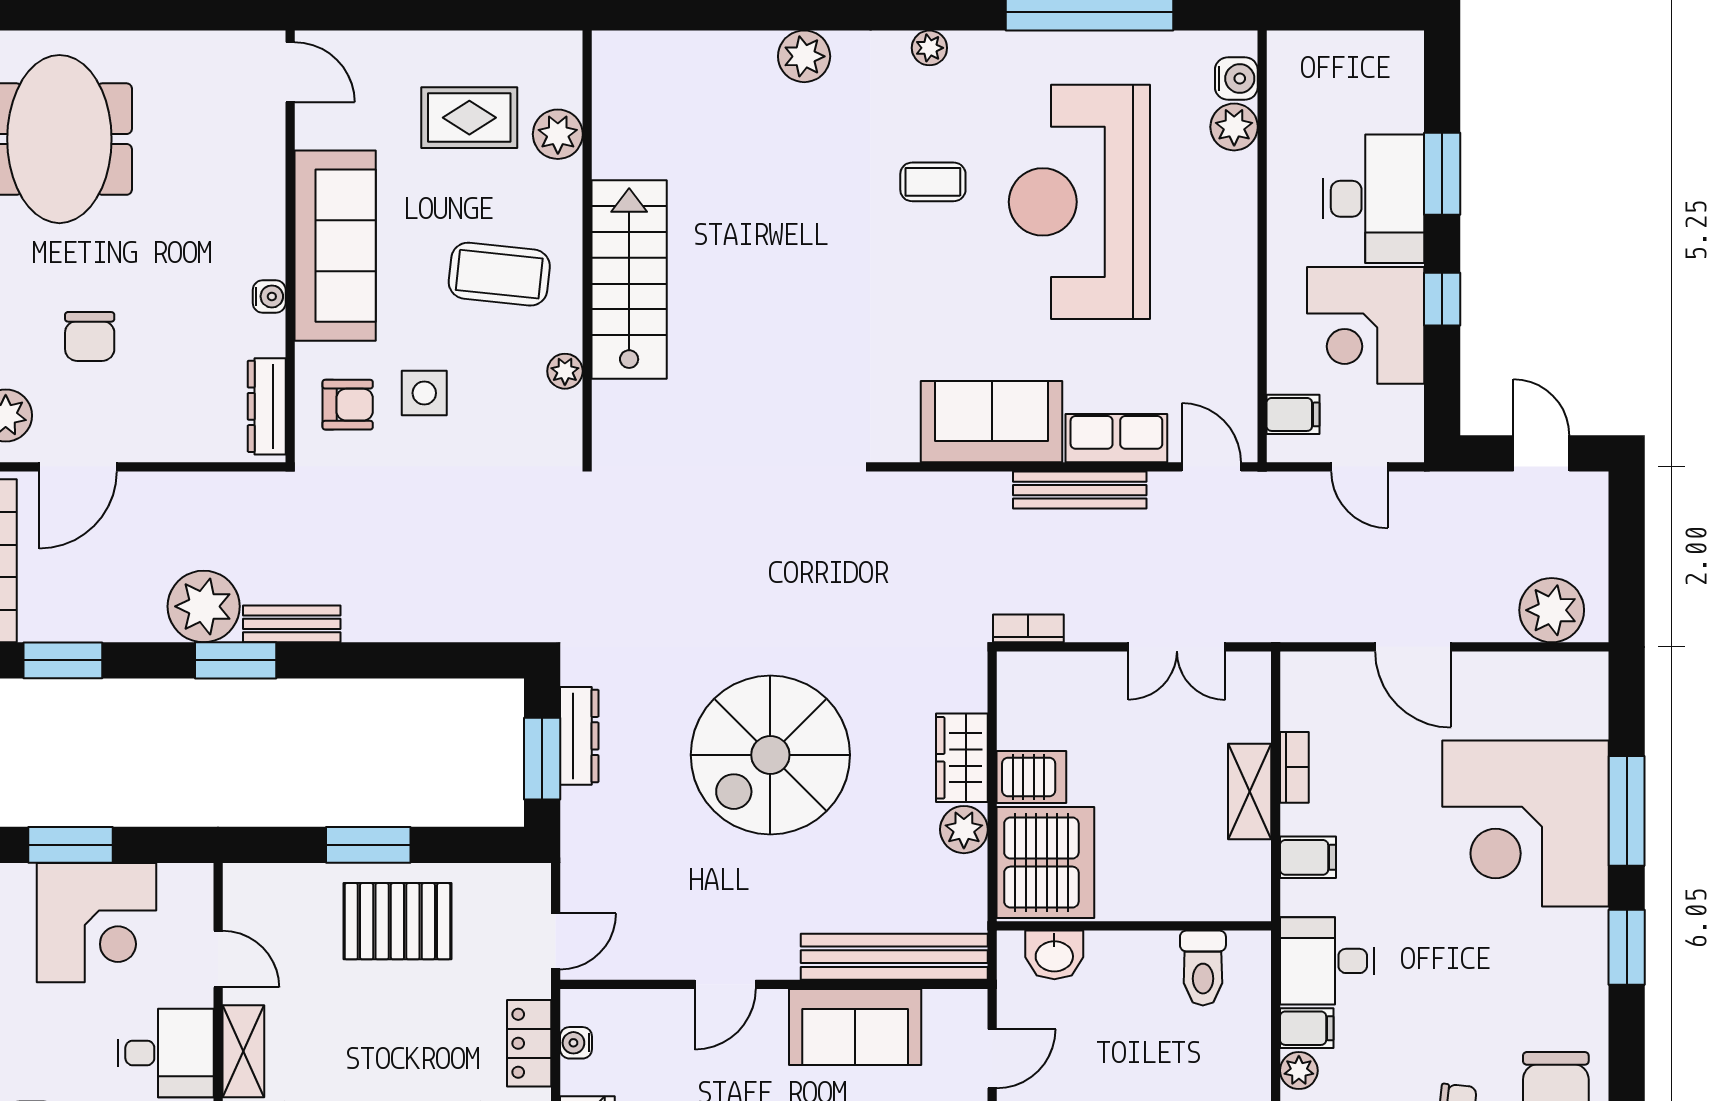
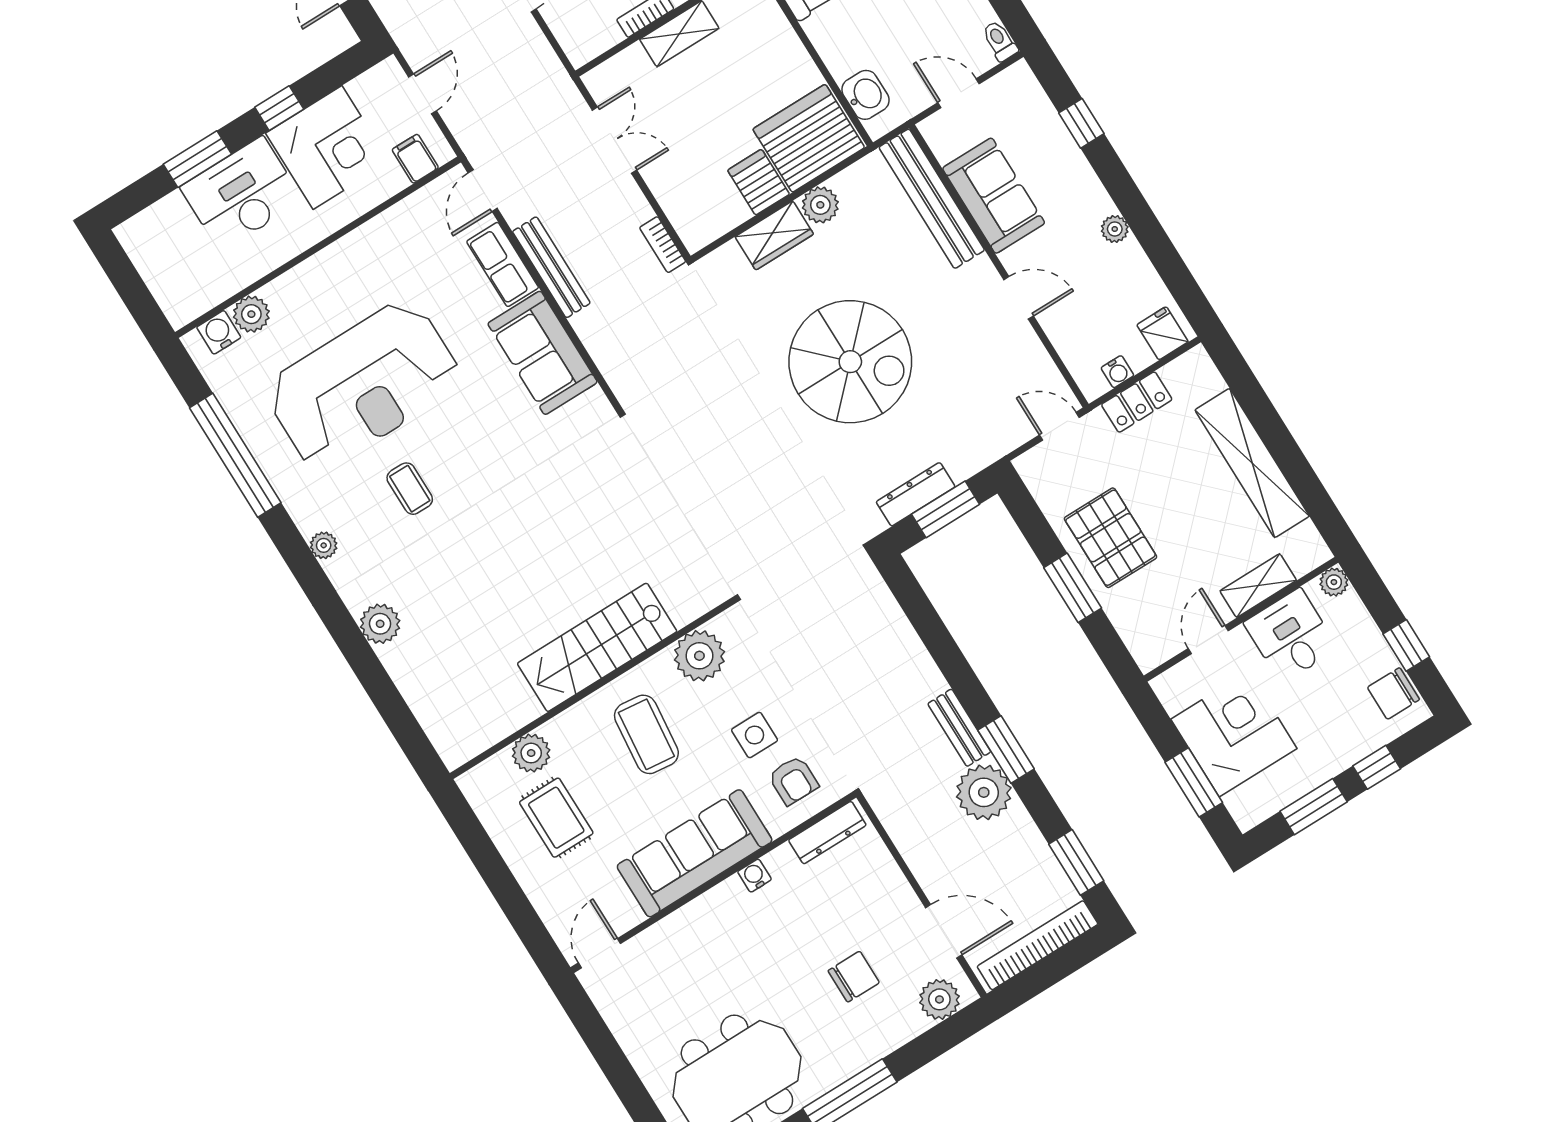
plant: (565, 371) -> (699, 656), width x1.87, depth x1.87
armchair: (348, 405) -> (793, 780), turned 180

